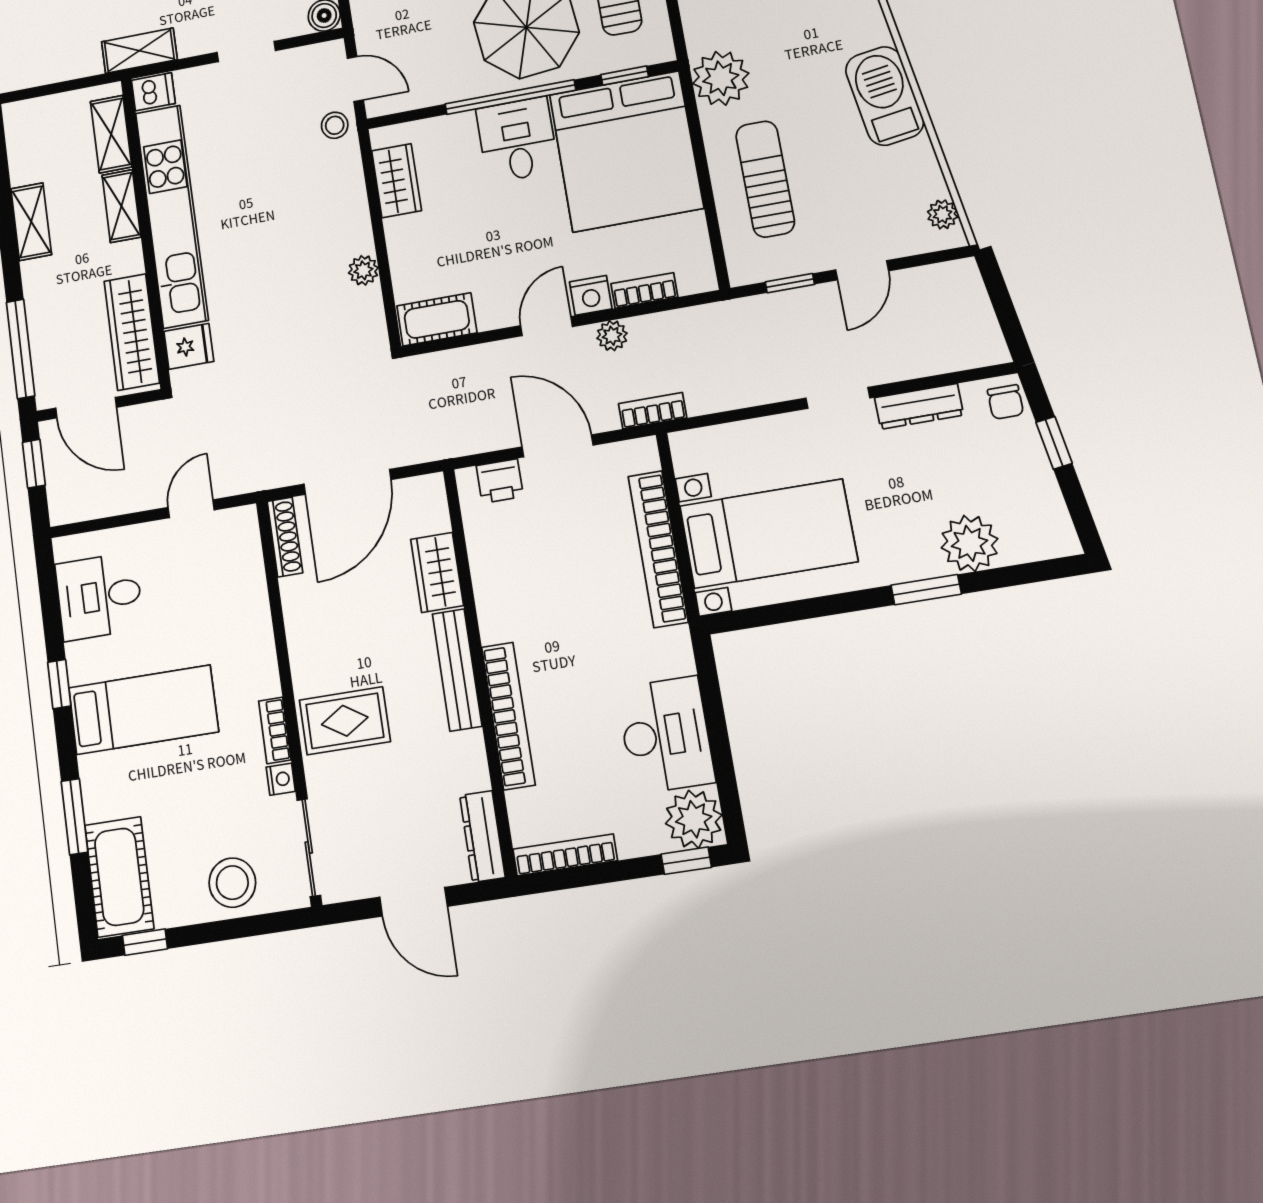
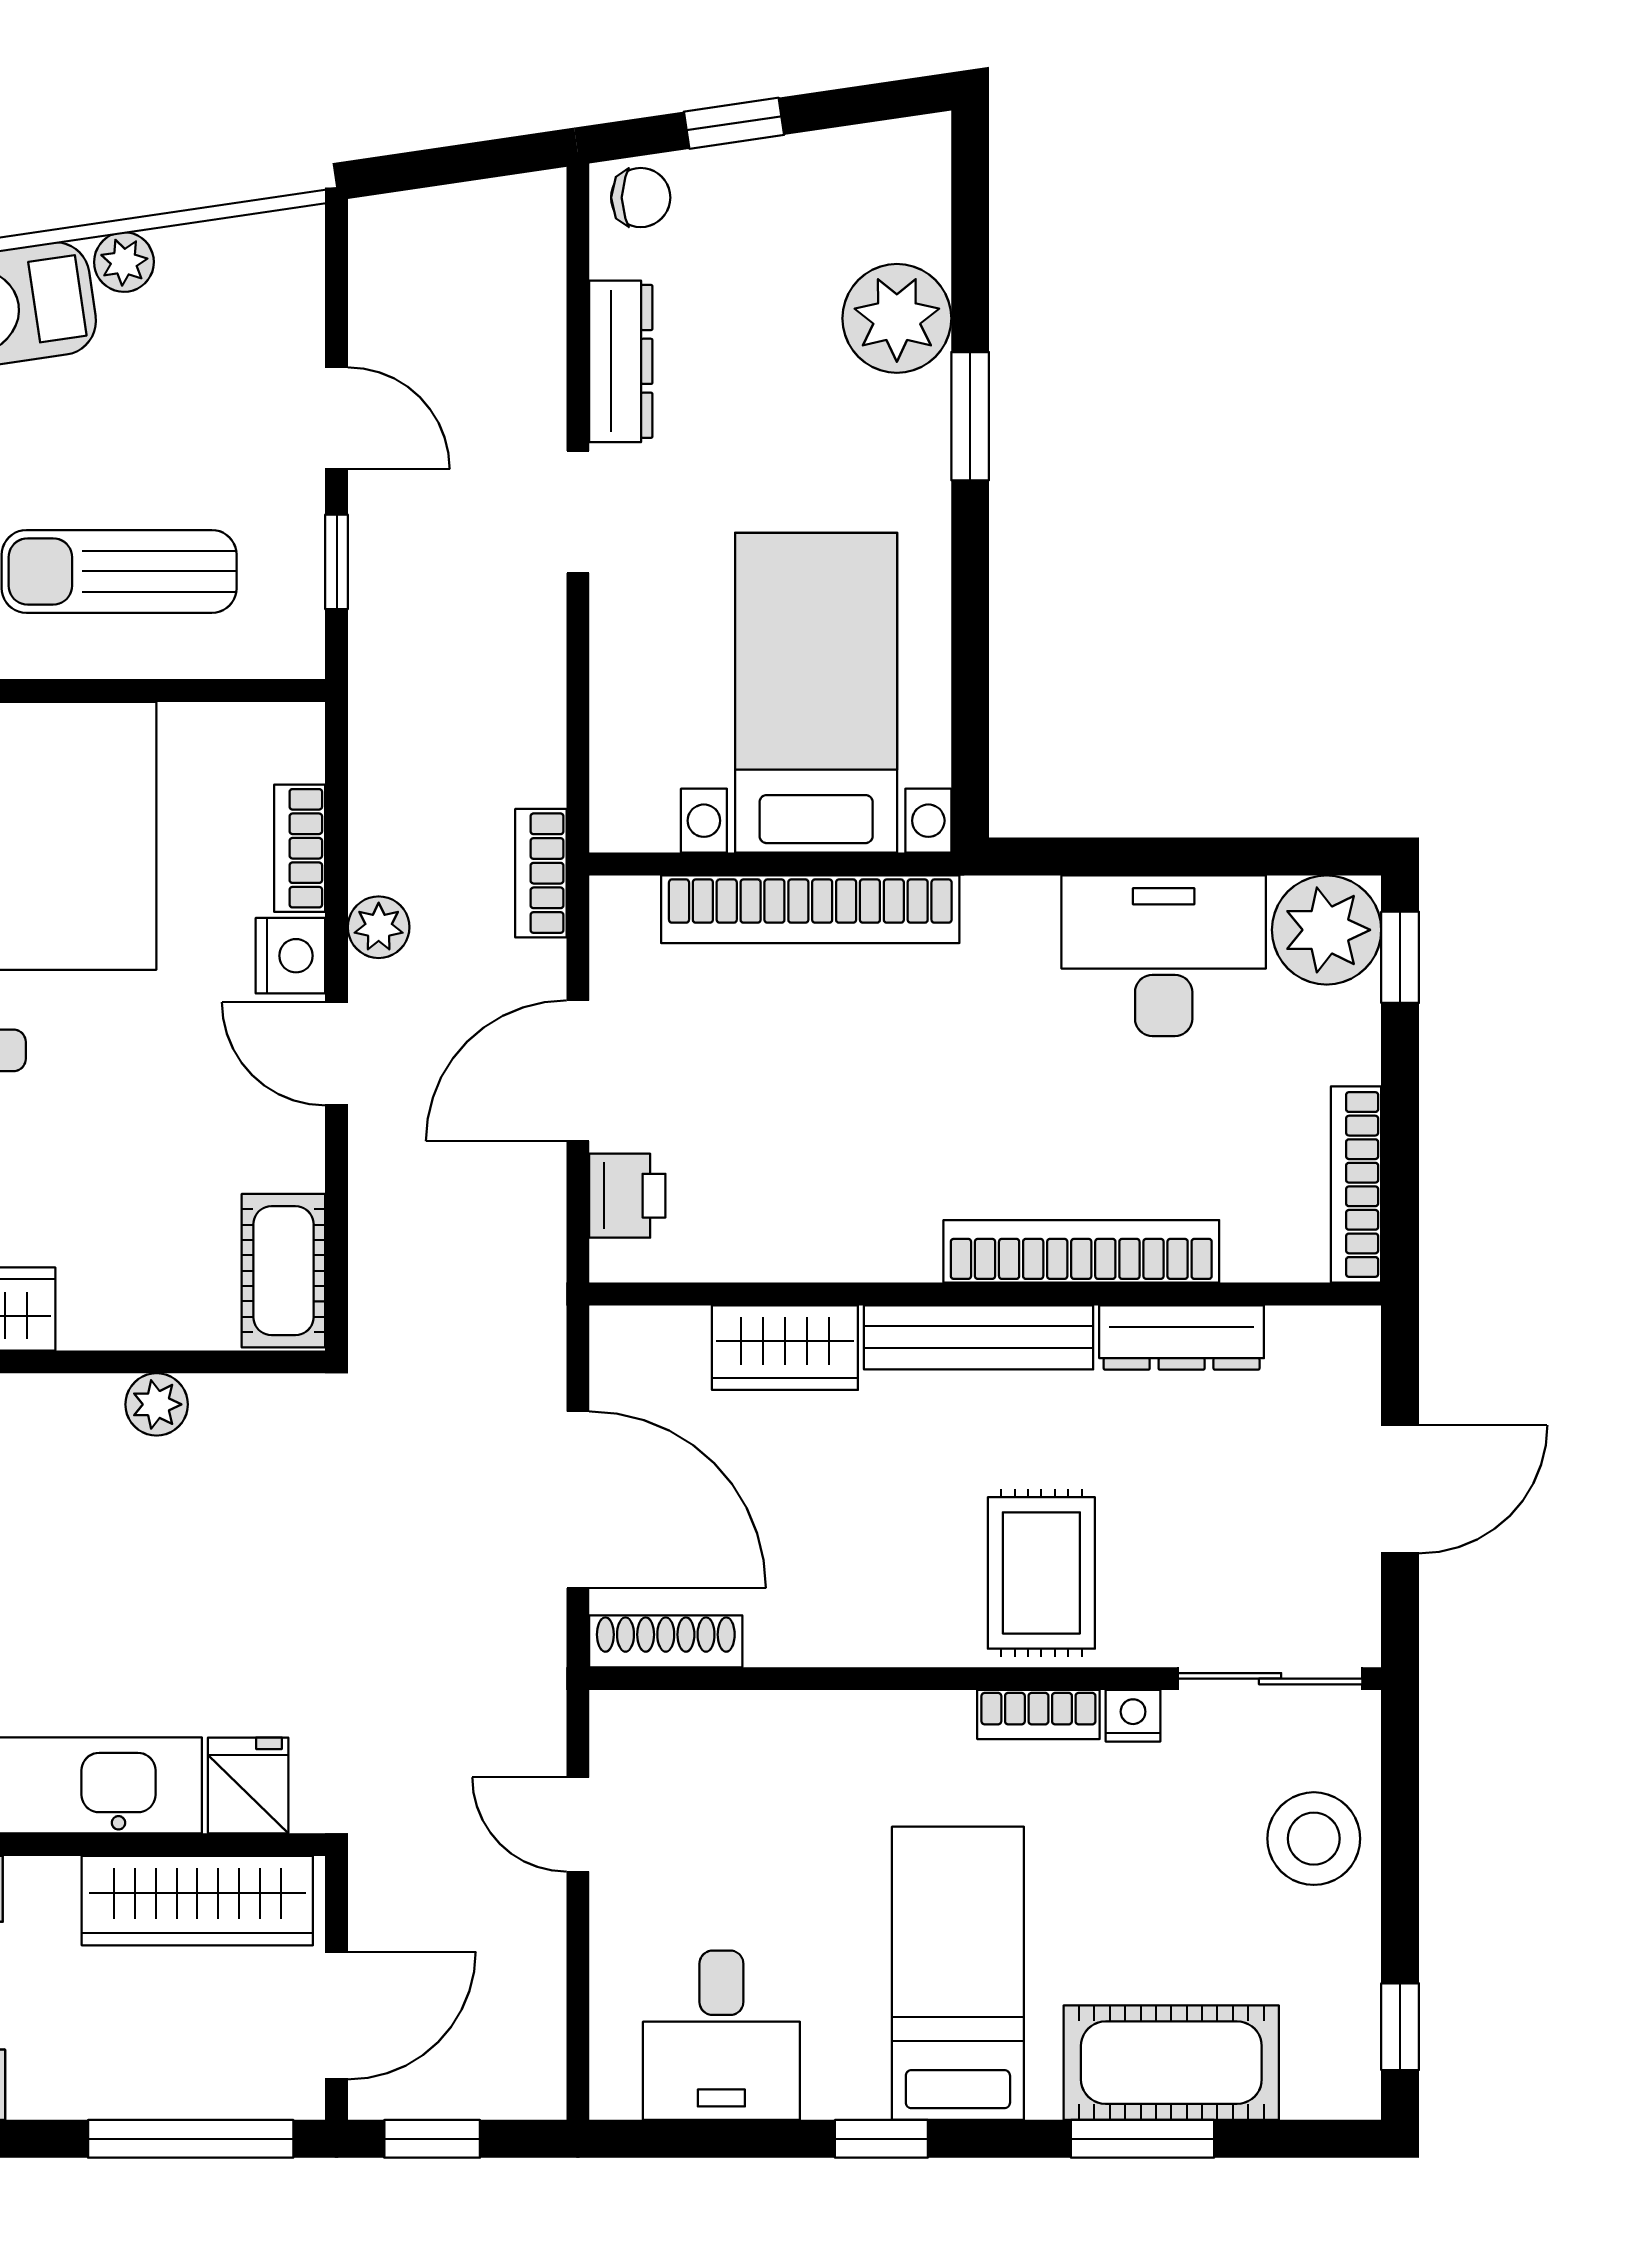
plant: (943, 214) -> (124, 262), moved
dresser: (482, 836) -> (1182, 1338), moved
cot: (119, 877) -> (1171, 2063), moved

